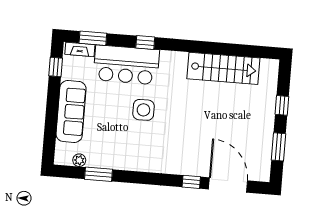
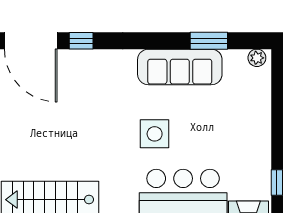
sofa: (71, 111) -> (180, 67), moved, turned -90
plant: (79, 160) -> (257, 58), moved

